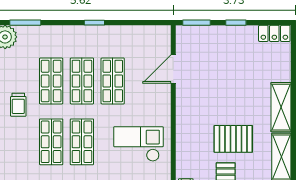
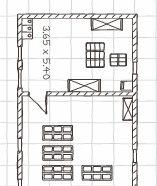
door: (173, 69) -> (38, 94), moved
shelving: (281, 107) -> (84, 86), moved
shop shelf: (82, 142) -> (97, 153), removed
checkout: (138, 144) -> (98, 116), removed

